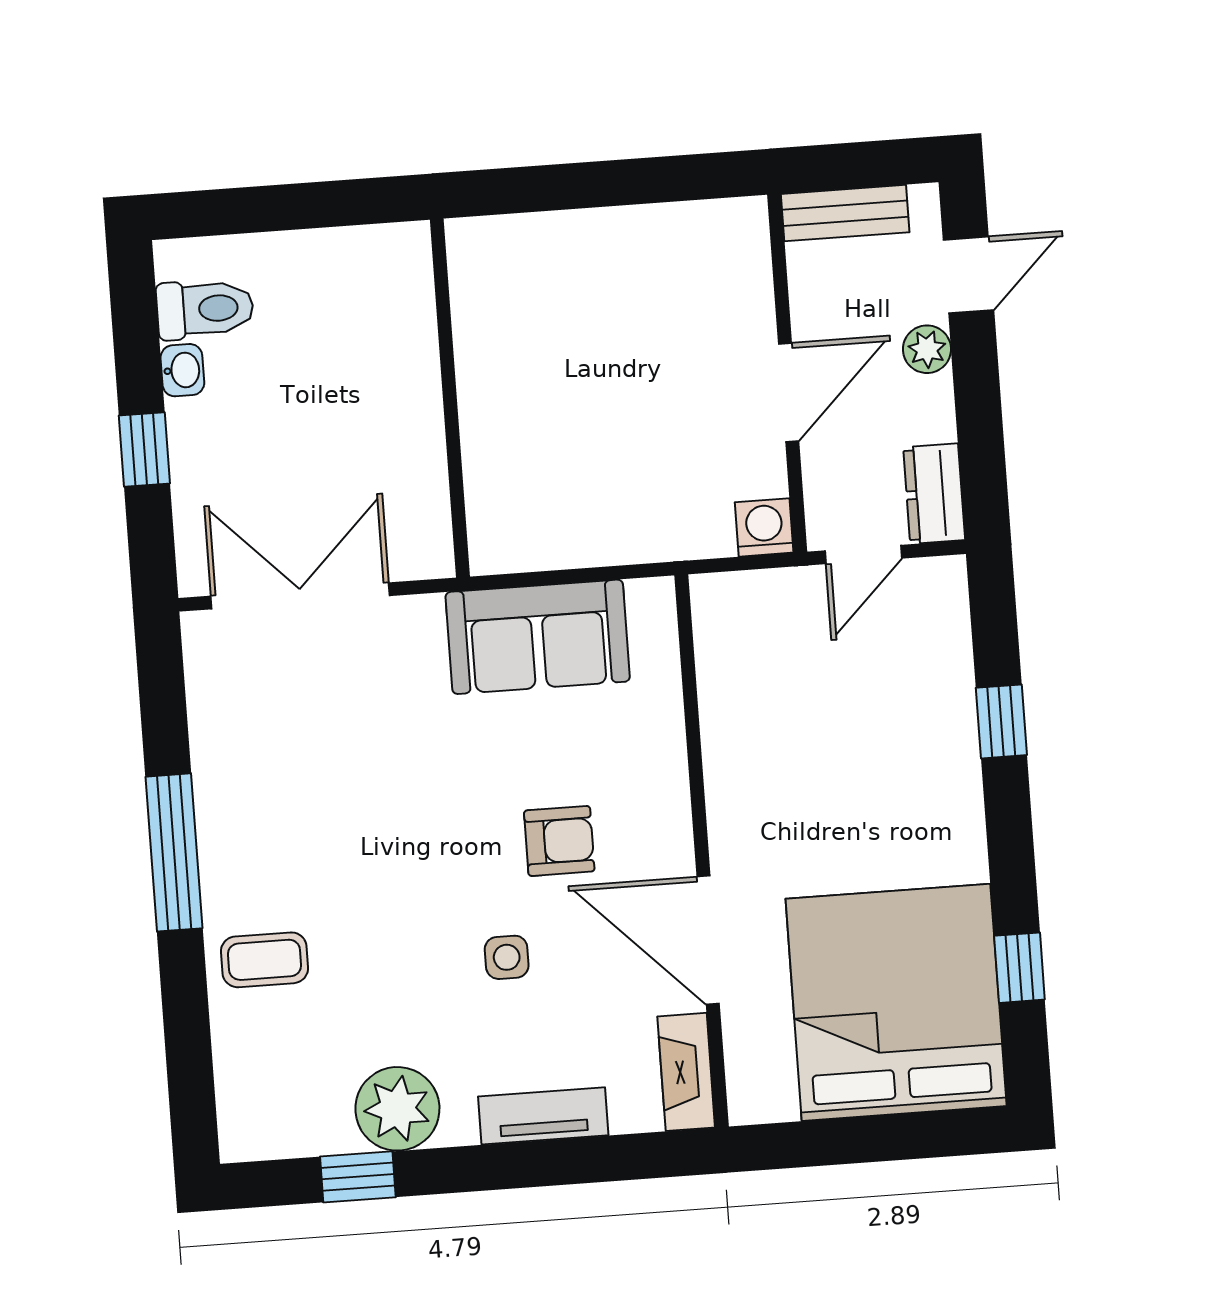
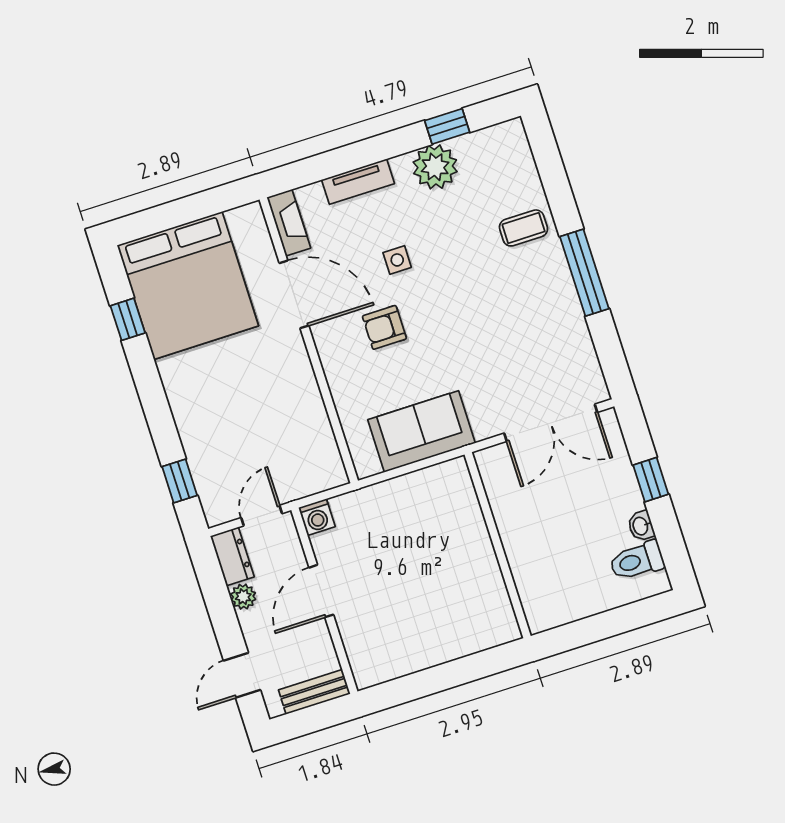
plant: (927, 349) -> (243, 597), moved
window: (1001, 721) -> (180, 481), moved

